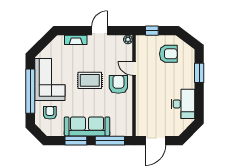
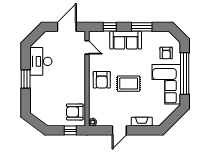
armchair: (168, 54) -> (75, 112), moved
door: (134, 68) -> (87, 47), moved
window: (199, 73) -> (26, 79), moved
sofa: (87, 126) -> (126, 40), width x0.73
window: (110, 141) -> (110, 27), width x0.46

